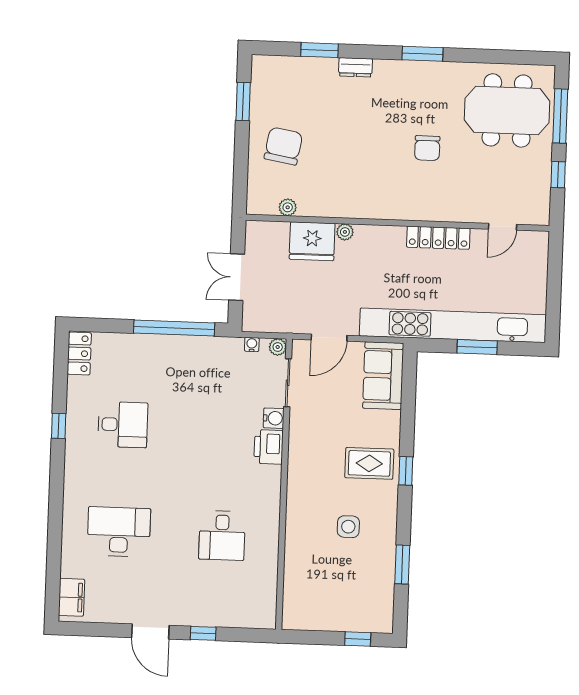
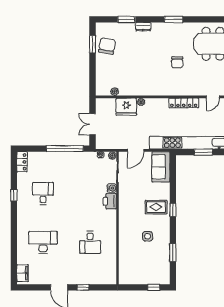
chair: (283, 146) -> (107, 46), moved
desk: (123, 425) -> (43, 193), turned -90

